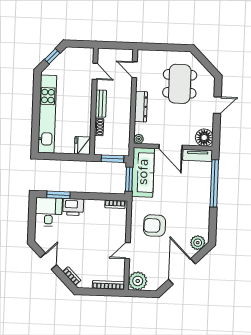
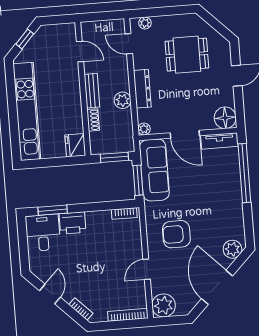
plant: (149, 55) -> (145, 23), added
dining table: (180, 84) -> (187, 55), width x0.73
plant: (124, 114) -> (123, 100), added

